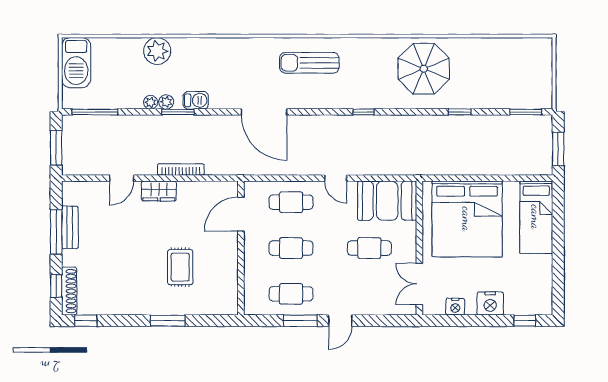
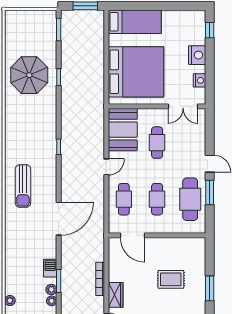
plant: (157, 51) -> (10, 301), width x0.53, depth x0.53
parasol: (424, 69) -> (29, 75), moved
cafe table: (291, 294) -> (190, 199), width x1.37, depth x1.35

